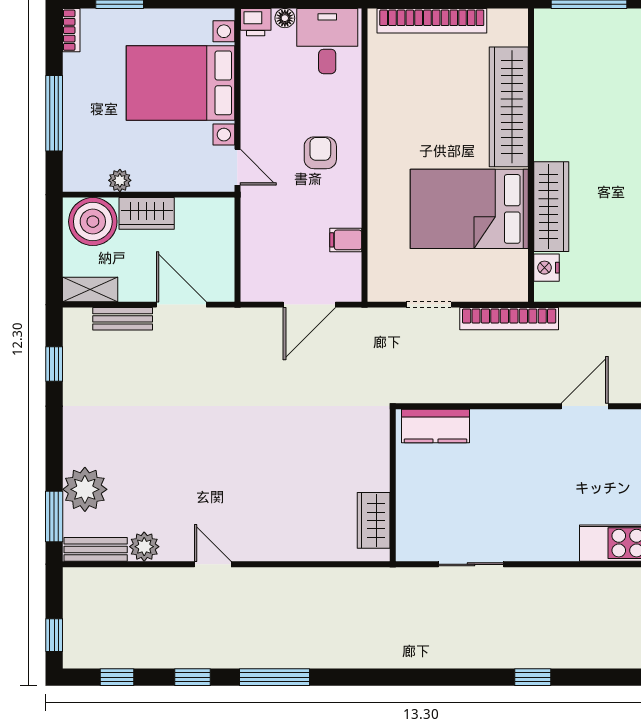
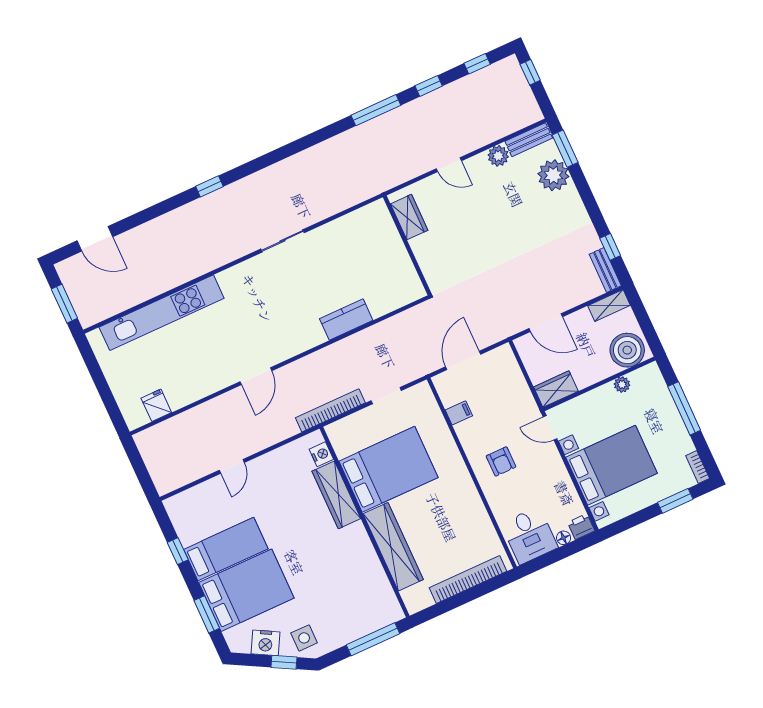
wardrobe: (147, 213) -> (556, 389), moved
bench: (123, 319) -> (605, 270), moved, turned 90
wall: (393, 485) -> (407, 245), moved
wardrobe: (374, 520) -> (409, 217), moved

